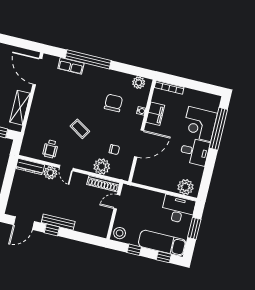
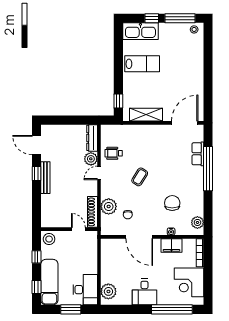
chair: (113, 103) -> (172, 203), turned -90
corner desk: (200, 124) -> (189, 282), moved, turned -90

